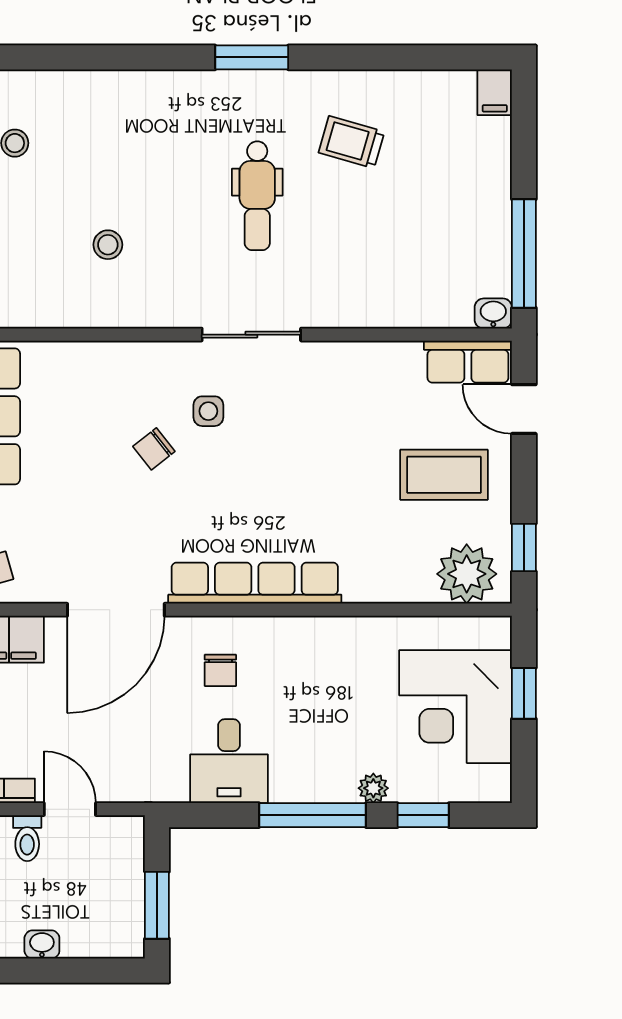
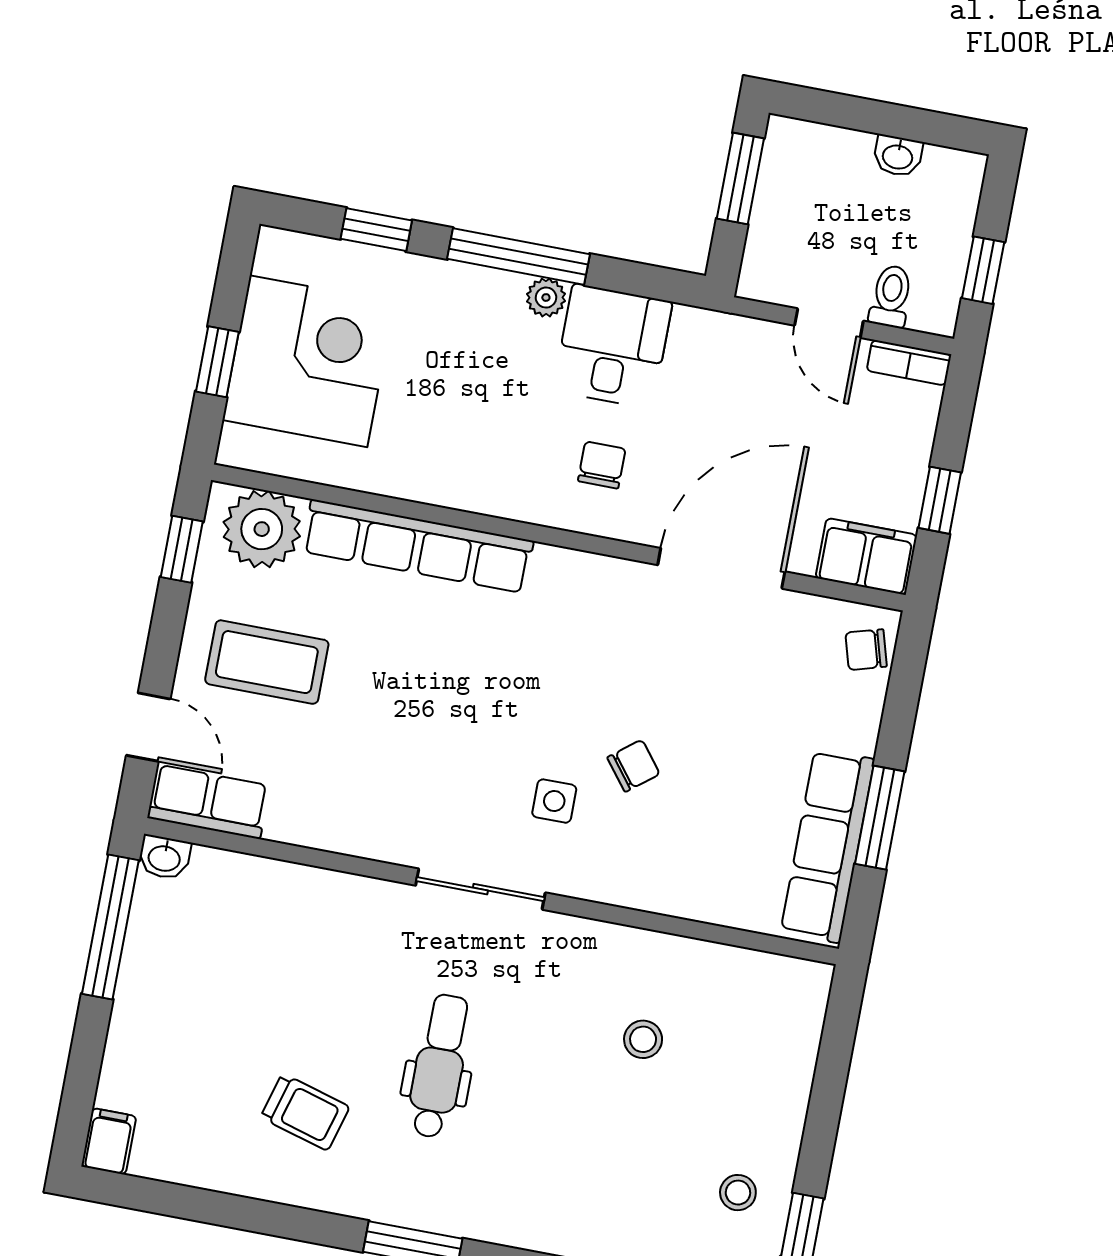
row of seats: (255, 583) -> (418, 546), moved
plant: (373, 788) -> (546, 298), moved

